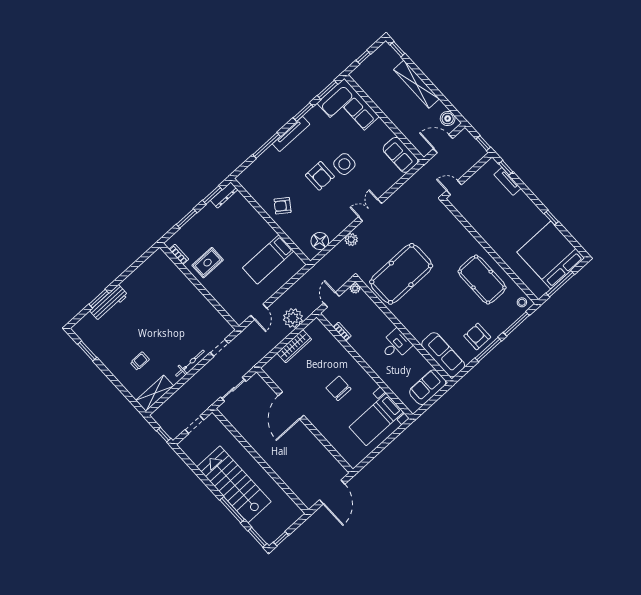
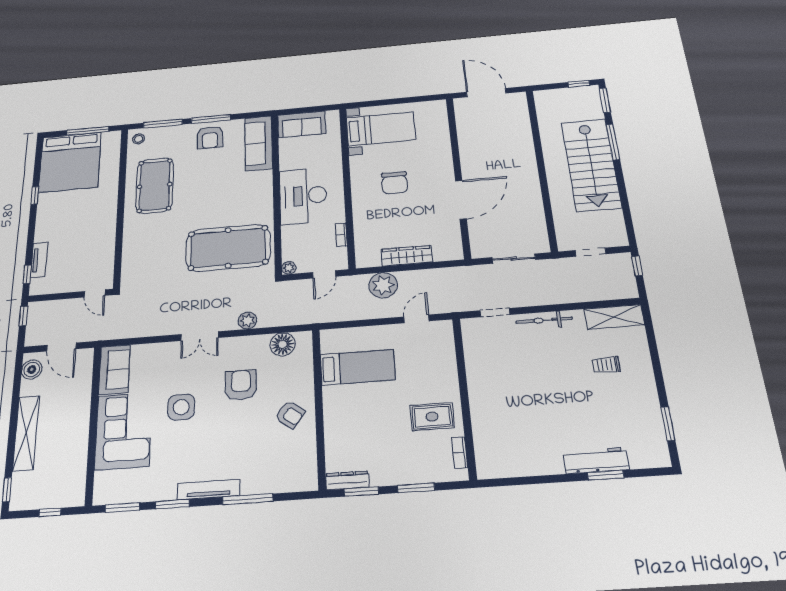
corner sofa: (348, 110) -> (123, 431), moved
armchair: (320, 176) -> (241, 385), moved
desk: (396, 345) -> (303, 196), width x1.87, depth x1.30
door: (332, 492) -> (486, 93), hinge flipped

